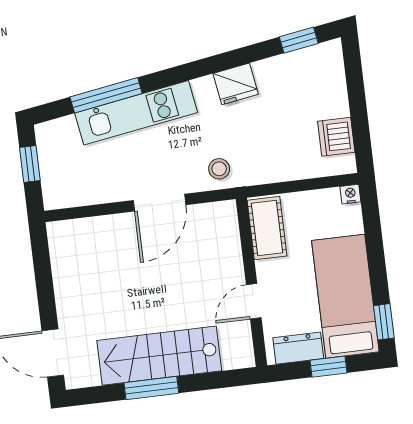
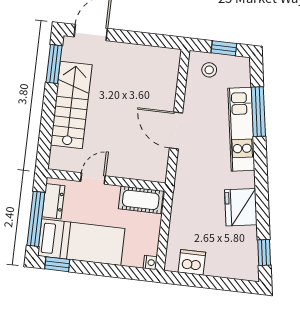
fridge: (236, 84) -> (241, 207), width x1.36, depth x1.34
stool: (219, 169) -> (209, 70), moved
door: (254, 301) -> (93, 179), hinge flipped
window: (328, 367) -> (36, 219), width x2.17
window: (151, 388) -> (54, 64), moved

